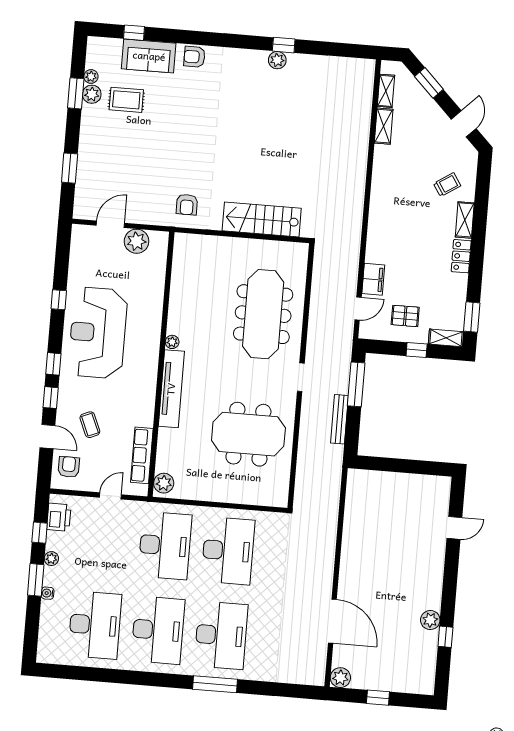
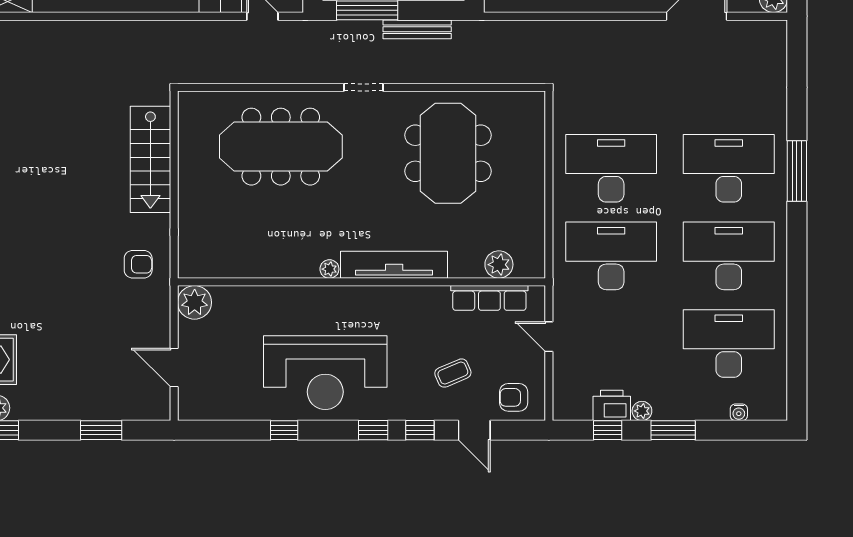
plant: (137, 241) -> (195, 302), moved
door: (47, 437) -> (474, 430), swing flipped
plant: (164, 483) -> (499, 265), moved
printer: (59, 517) -> (612, 405), moved
water cooler: (48, 593) -> (739, 412), moved

